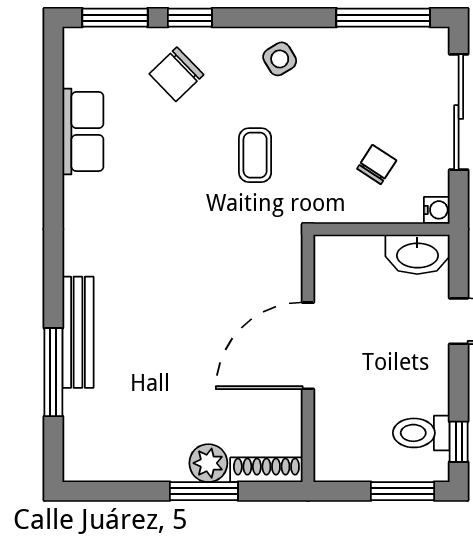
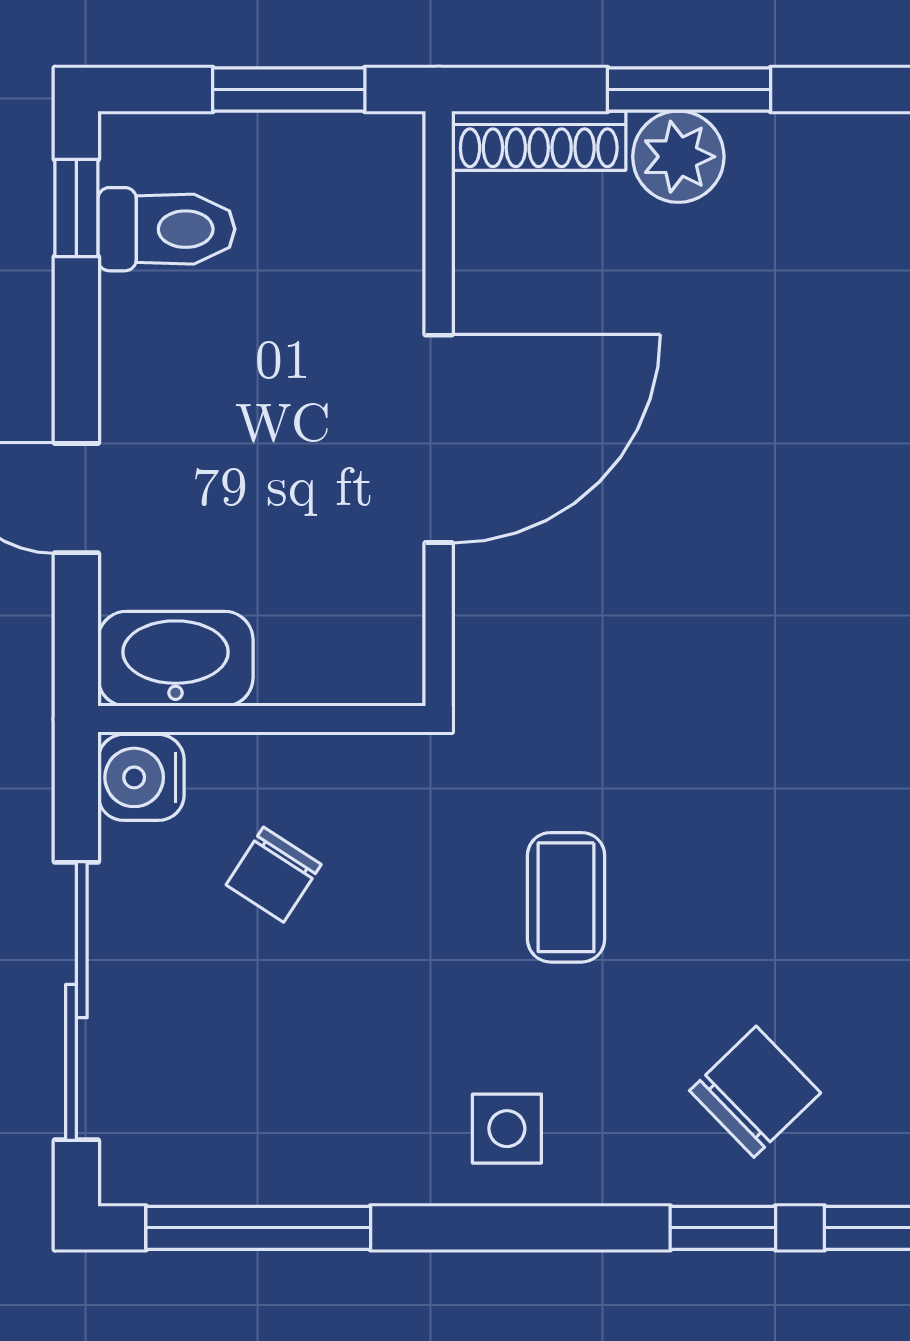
side table: (280, 59) -> (507, 1129), turned 31
water cooler: (437, 210) -> (141, 777), width x1.38, depth x1.38
window: (403, 491) -> (289, 89), moved

